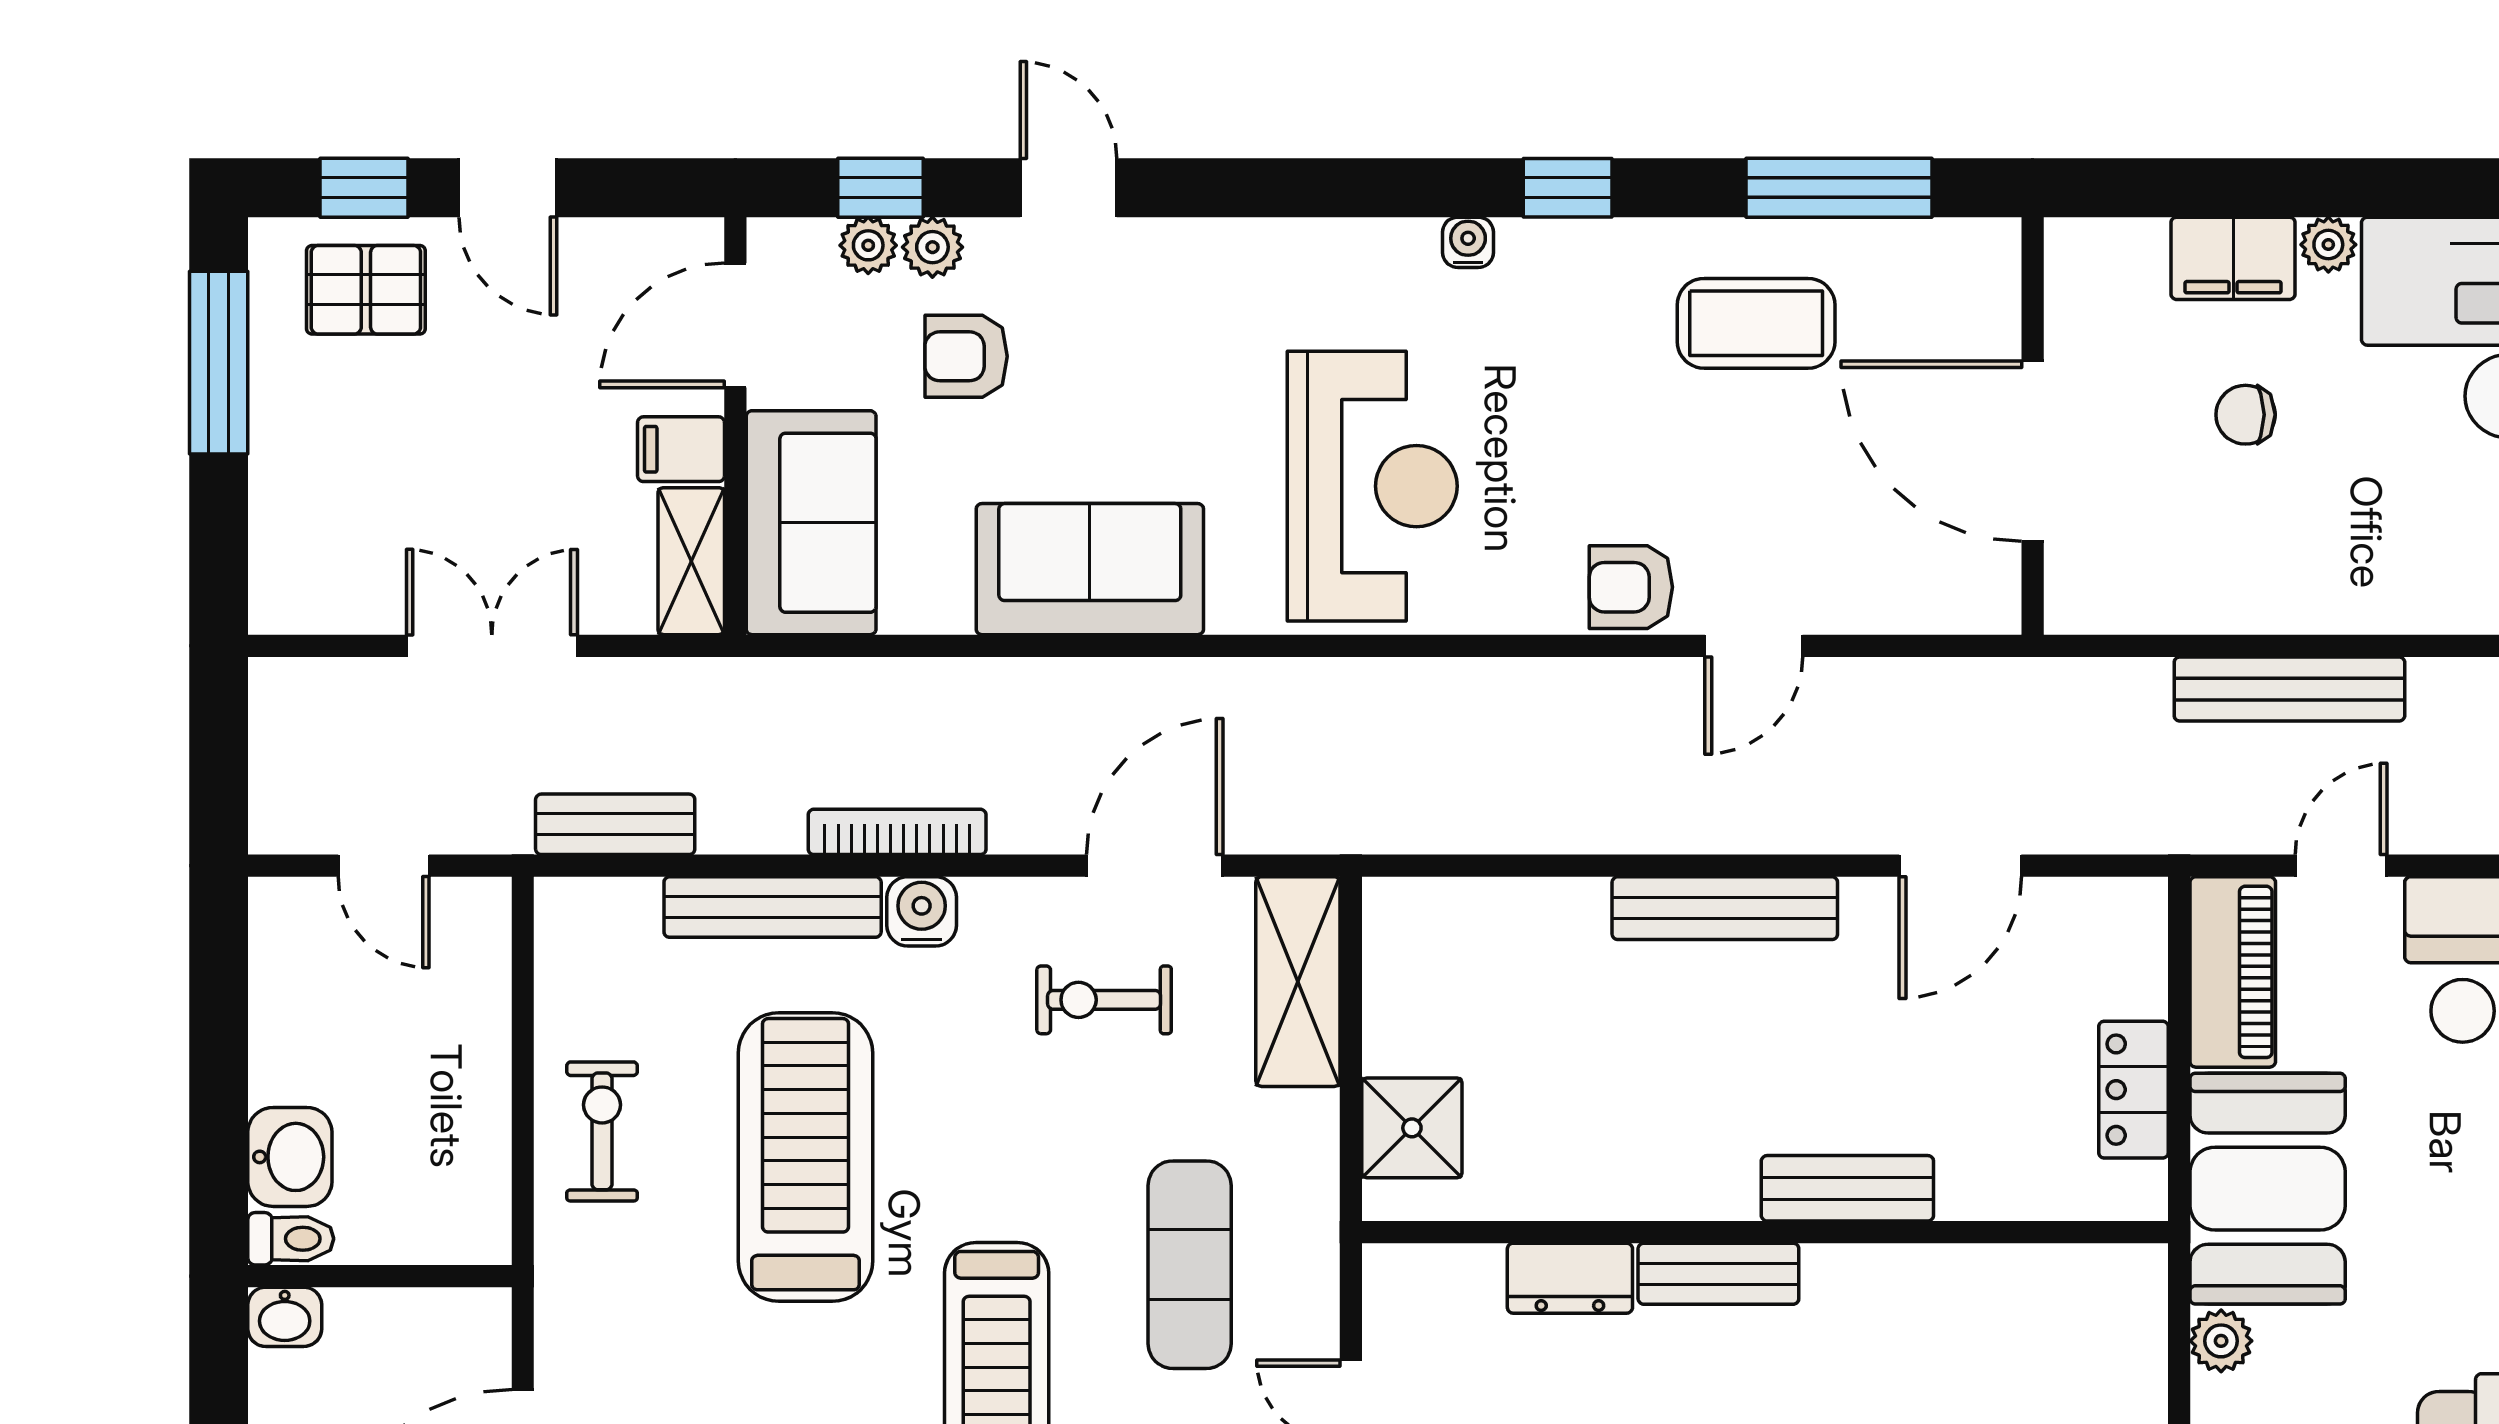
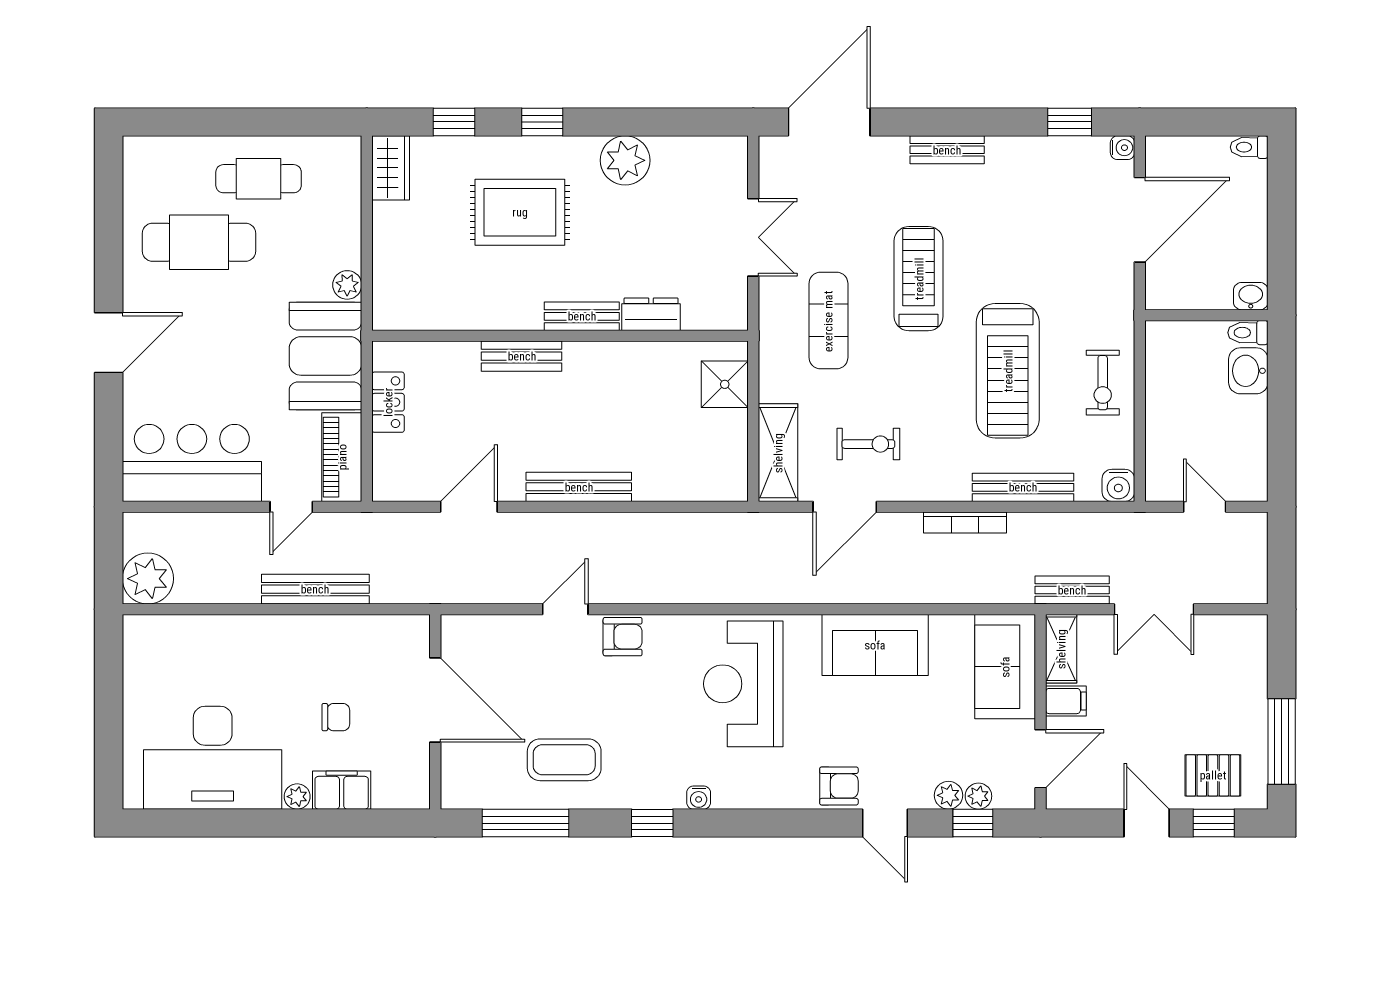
armchair: (966, 356) -> (839, 786), moved
bench: (615, 824) -> (1072, 590), moved
water cooler: (922, 911) -> (1118, 485), moved

